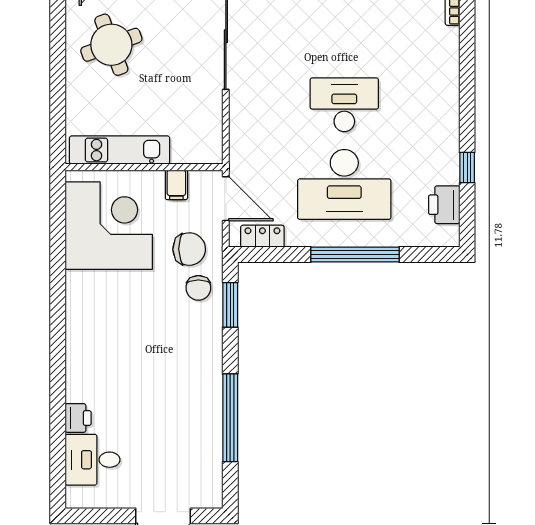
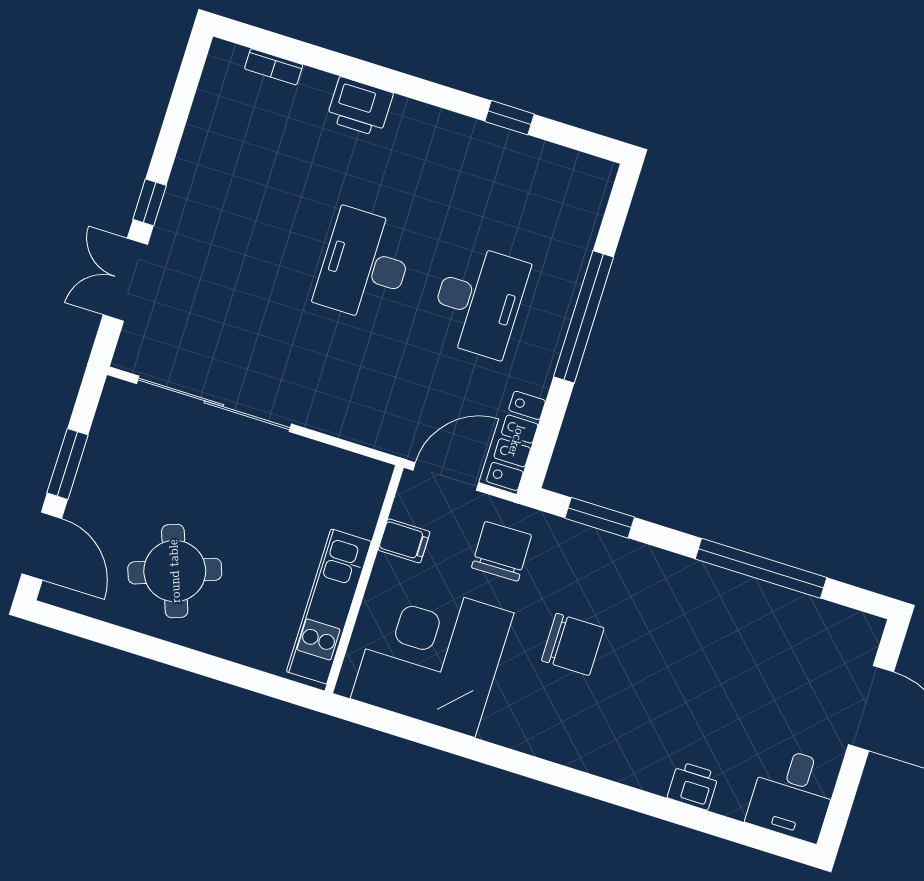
desk: (344, 184) -> (479, 301), width x0.73, depth x0.77
printer: (444, 205) -> (360, 107), moved
locker: (262, 236) -> (516, 441), width x1.53
chair: (198, 288) -> (573, 644), moved, width x1.37, depth x1.37
desk: (92, 460) -> (793, 794), moved

